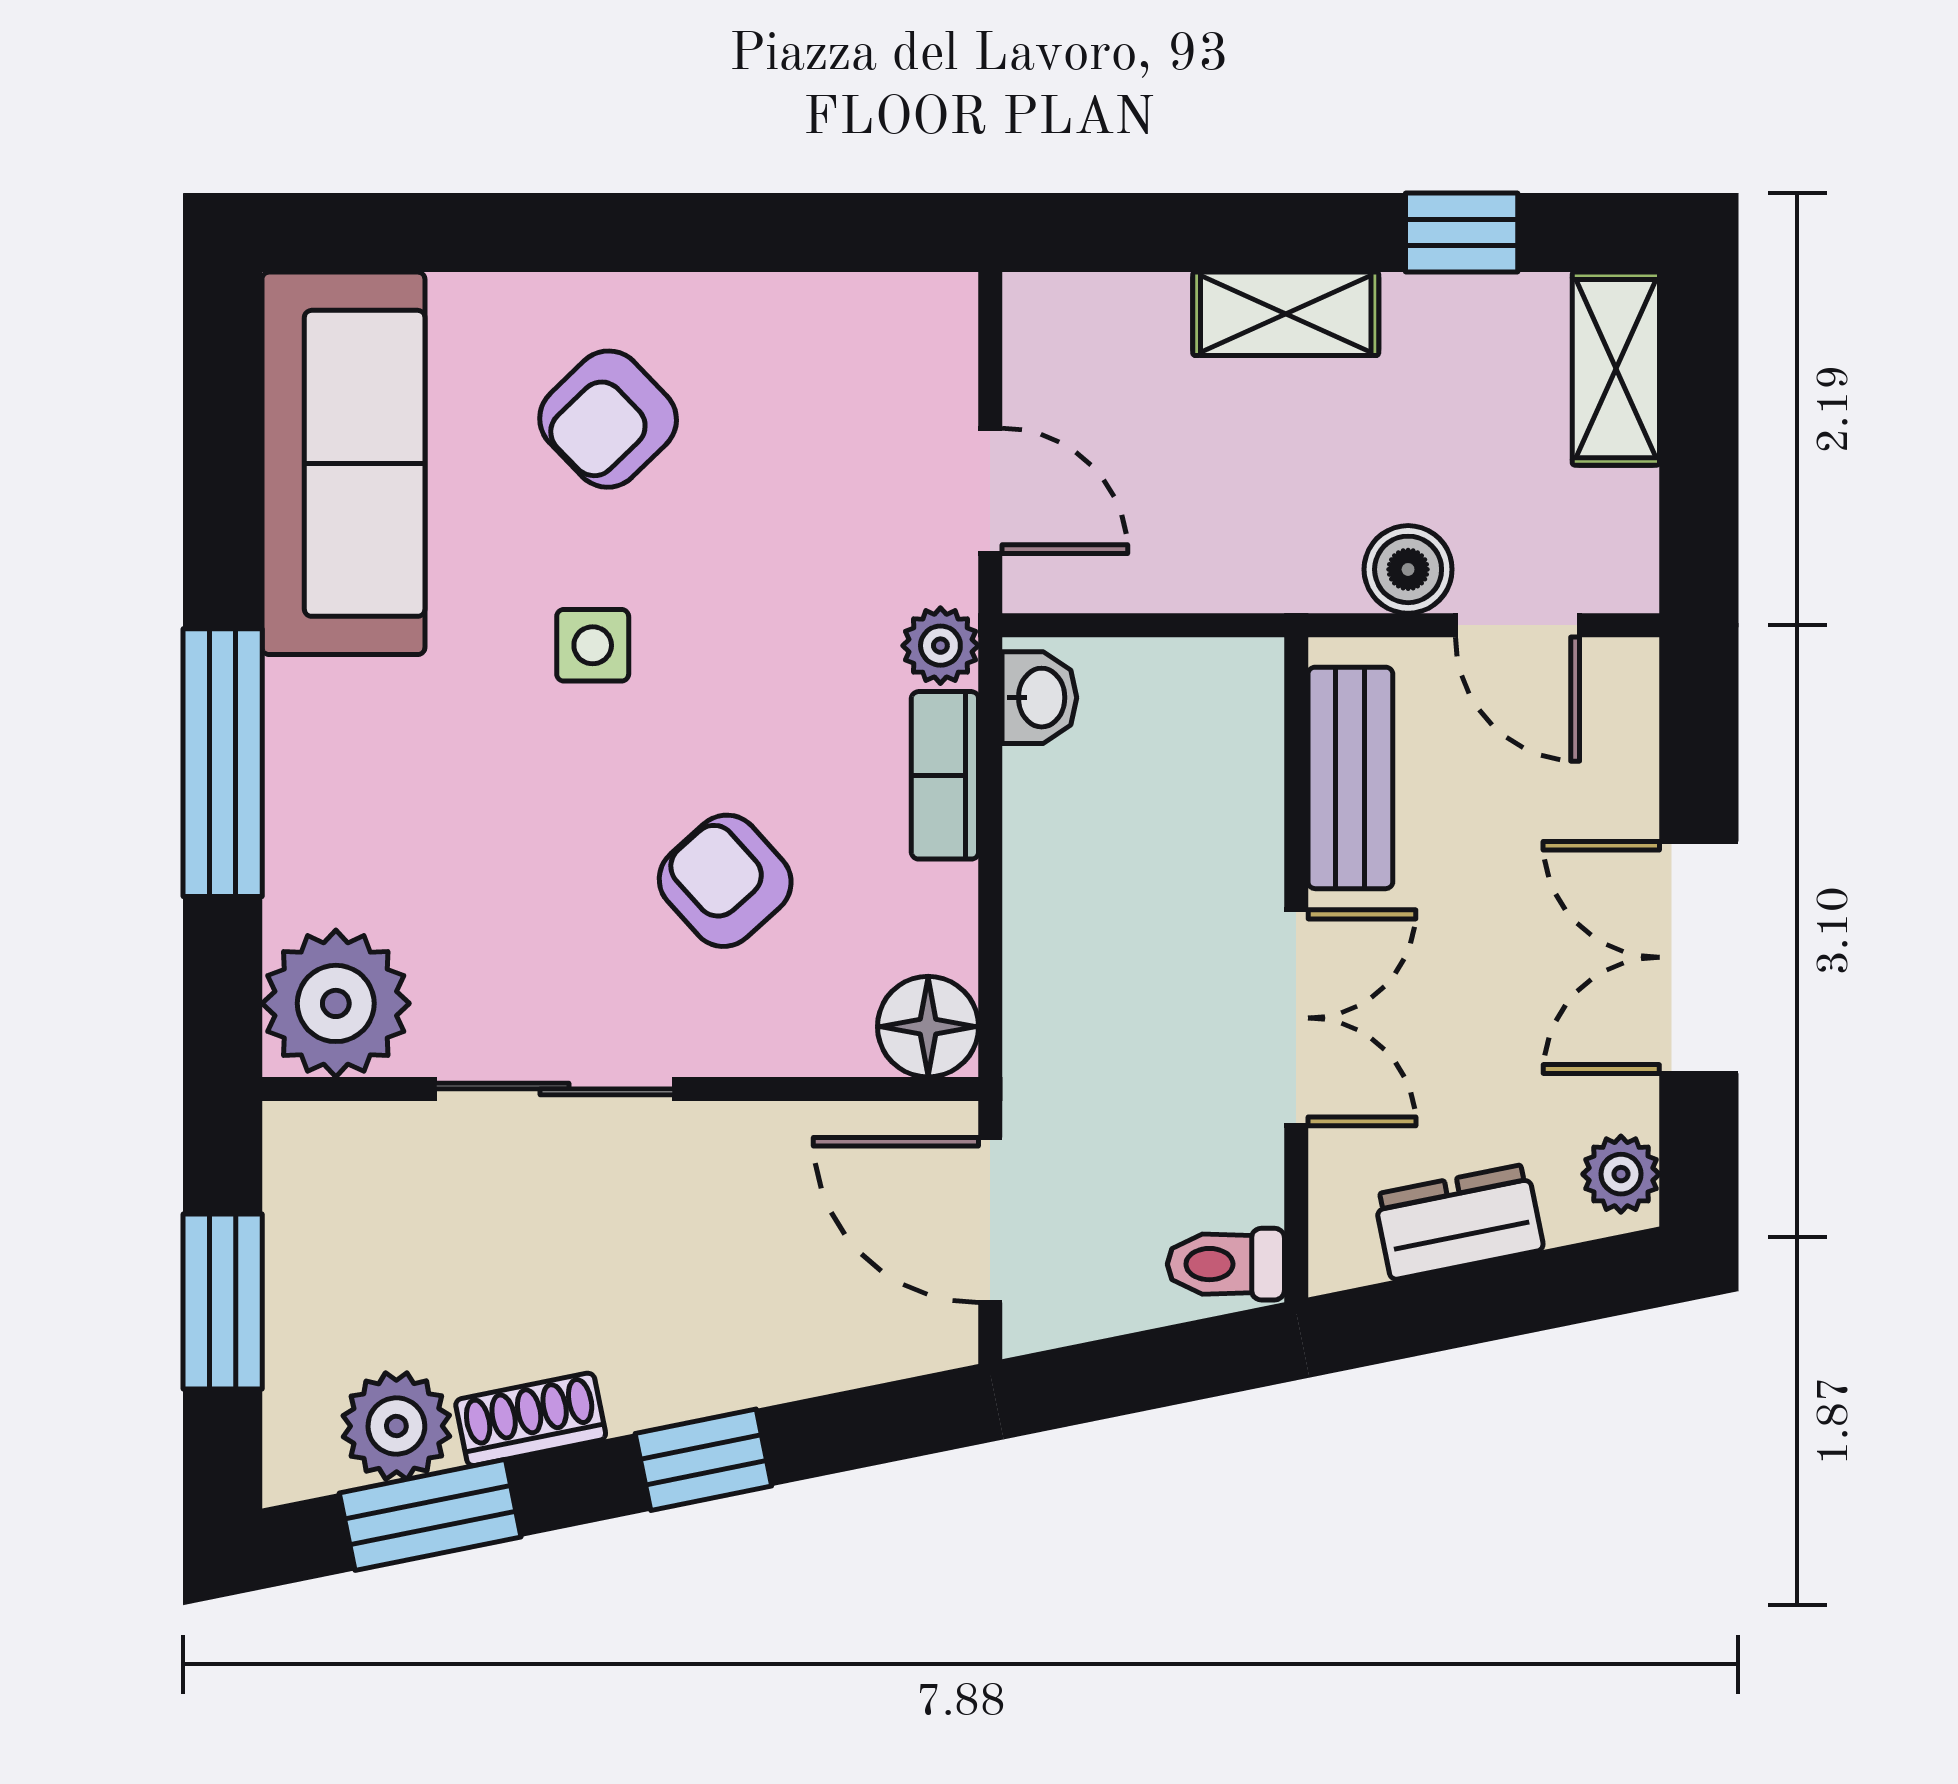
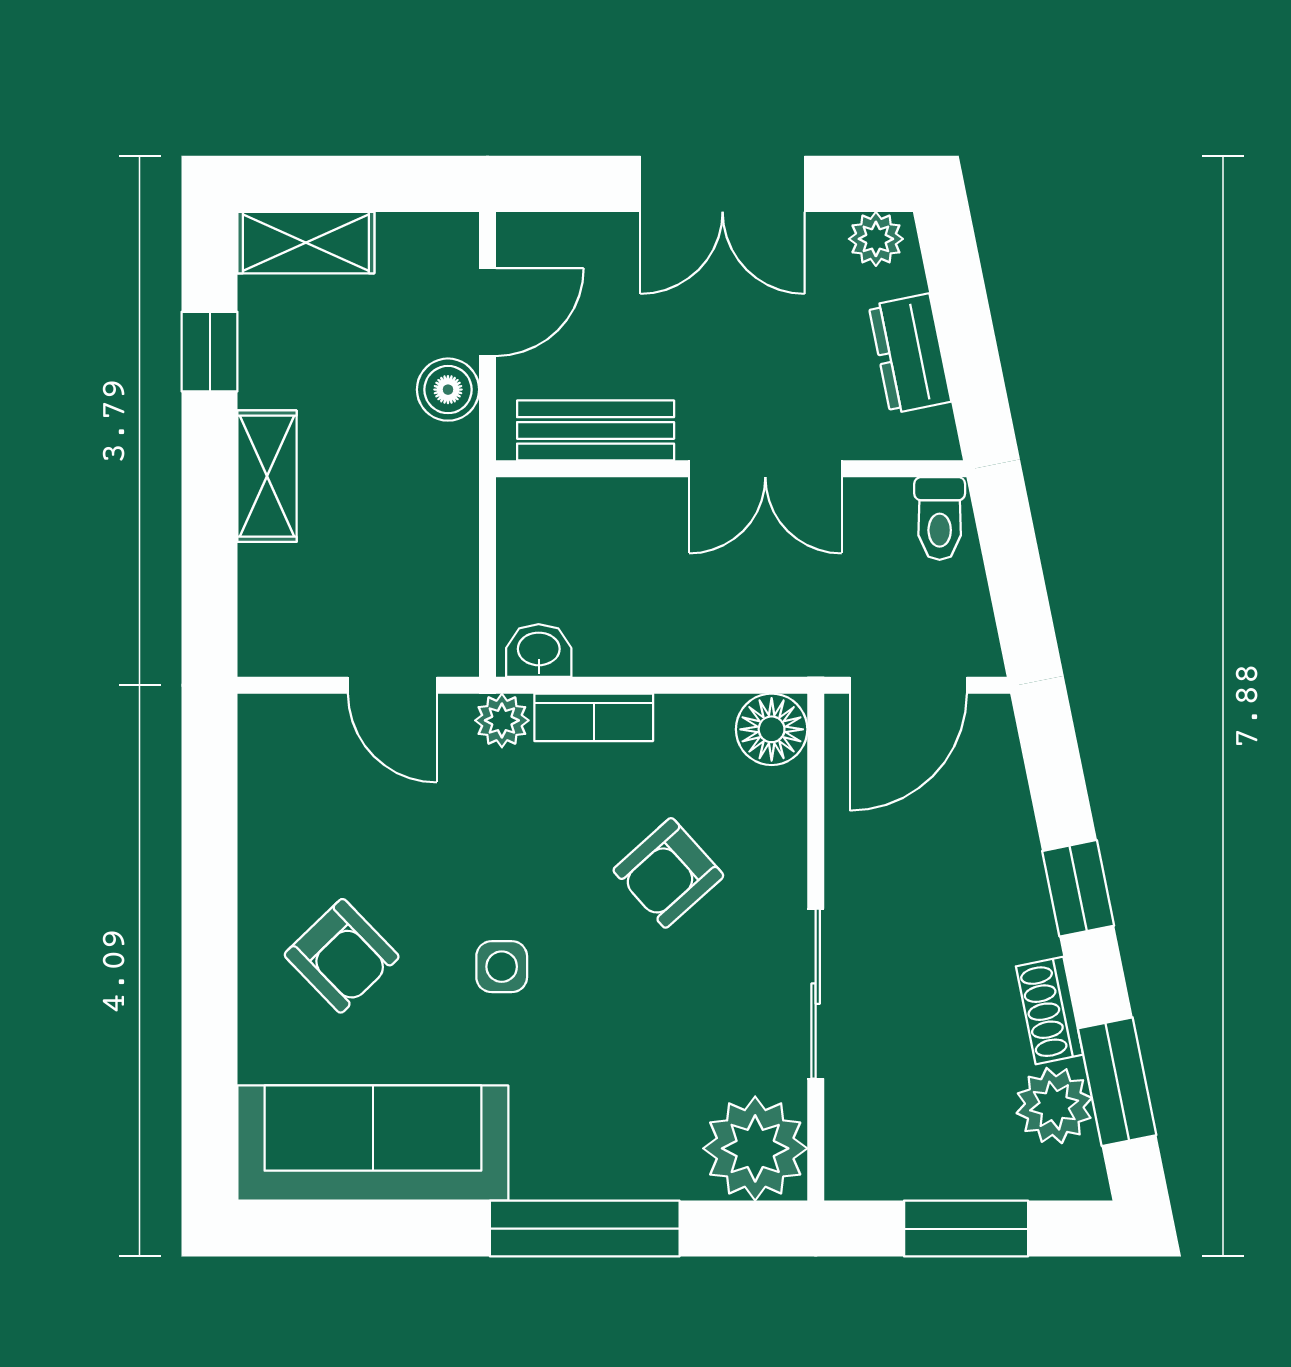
door: (990, 491) -> (392, 685), swing flipped
double door: (1296, 1018) -> (765, 469), swing flipped

